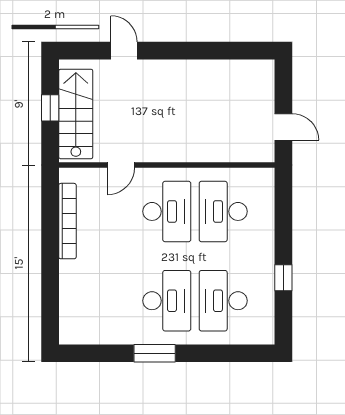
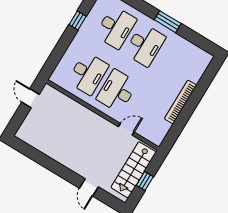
bookcase: (67, 221) -> (180, 102), moved
desk: (167, 301) -> (145, 45), turned 180

